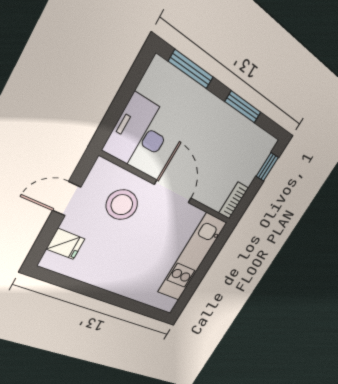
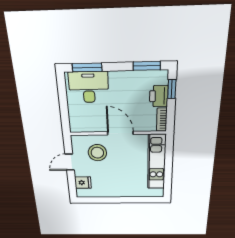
window: (243, 107) -> (147, 66), moved
desk: (140, 134) -> (89, 87), moved, turned 90
printer: (249, 167) -> (159, 96), added

